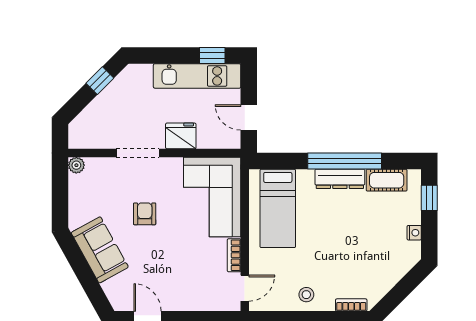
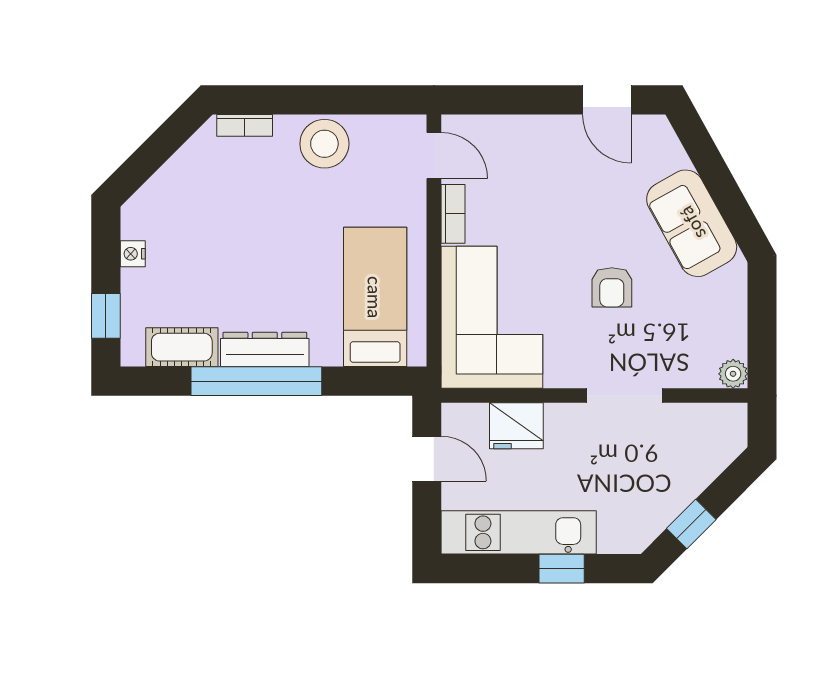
window: (212, 56) -> (562, 569), moved
fridge: (181, 136) -> (516, 426), moved
door: (245, 288) -> (434, 155), swing flipped
stool: (306, 295) -> (324, 144), width x1.89, depth x1.89

